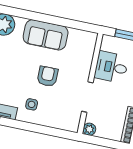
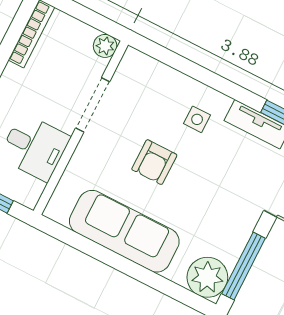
sofa: (46, 35) -> (124, 231), width x1.36

